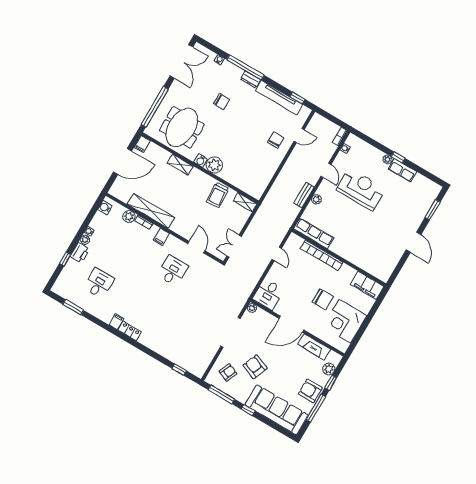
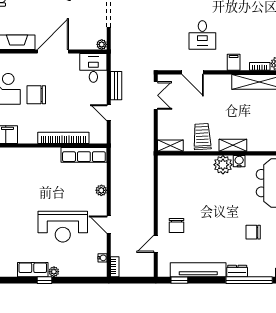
shelving: (180, 164) -> (233, 145), moved
bench: (304, 195) -> (116, 86), moved

